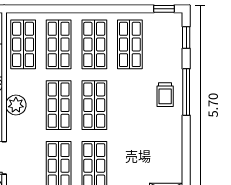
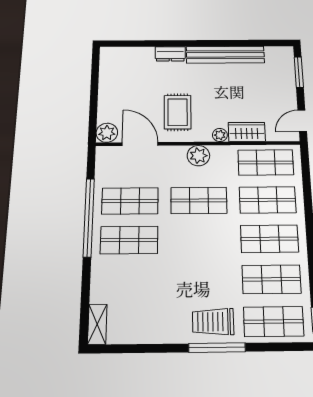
window: (186, 37) -> (283, 347), removed
trolley: (165, 95) -> (213, 322), width x1.36, depth x1.39
shop shelf: (94, 105) -> (274, 322), moved

